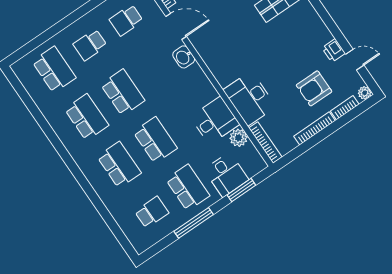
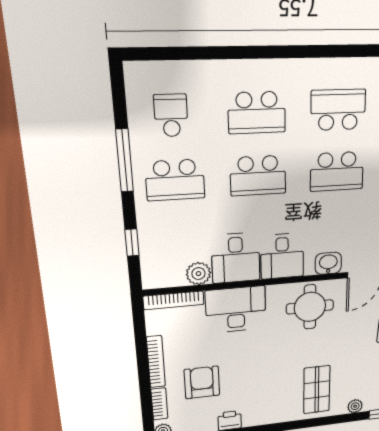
round table: (220, 49) -> (310, 307), added
school desk: (87, 117) -> (338, 110), turned 180
desk: (226, 175) -> (282, 256), moved, turned -90
window: (241, 190) -> (132, 243), width x0.67
school desk: (152, 212) -> (171, 115), turned 180

